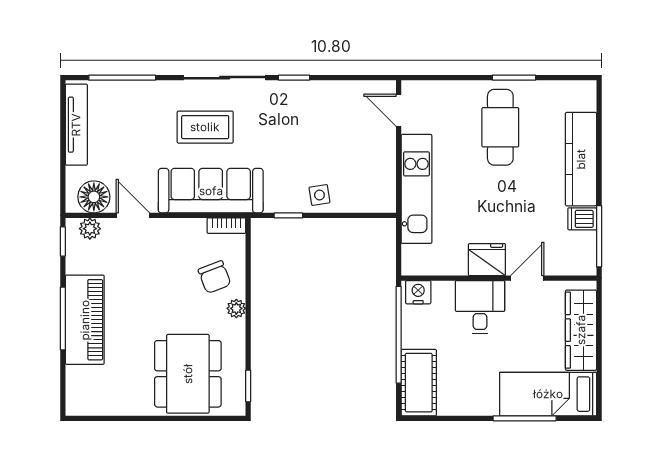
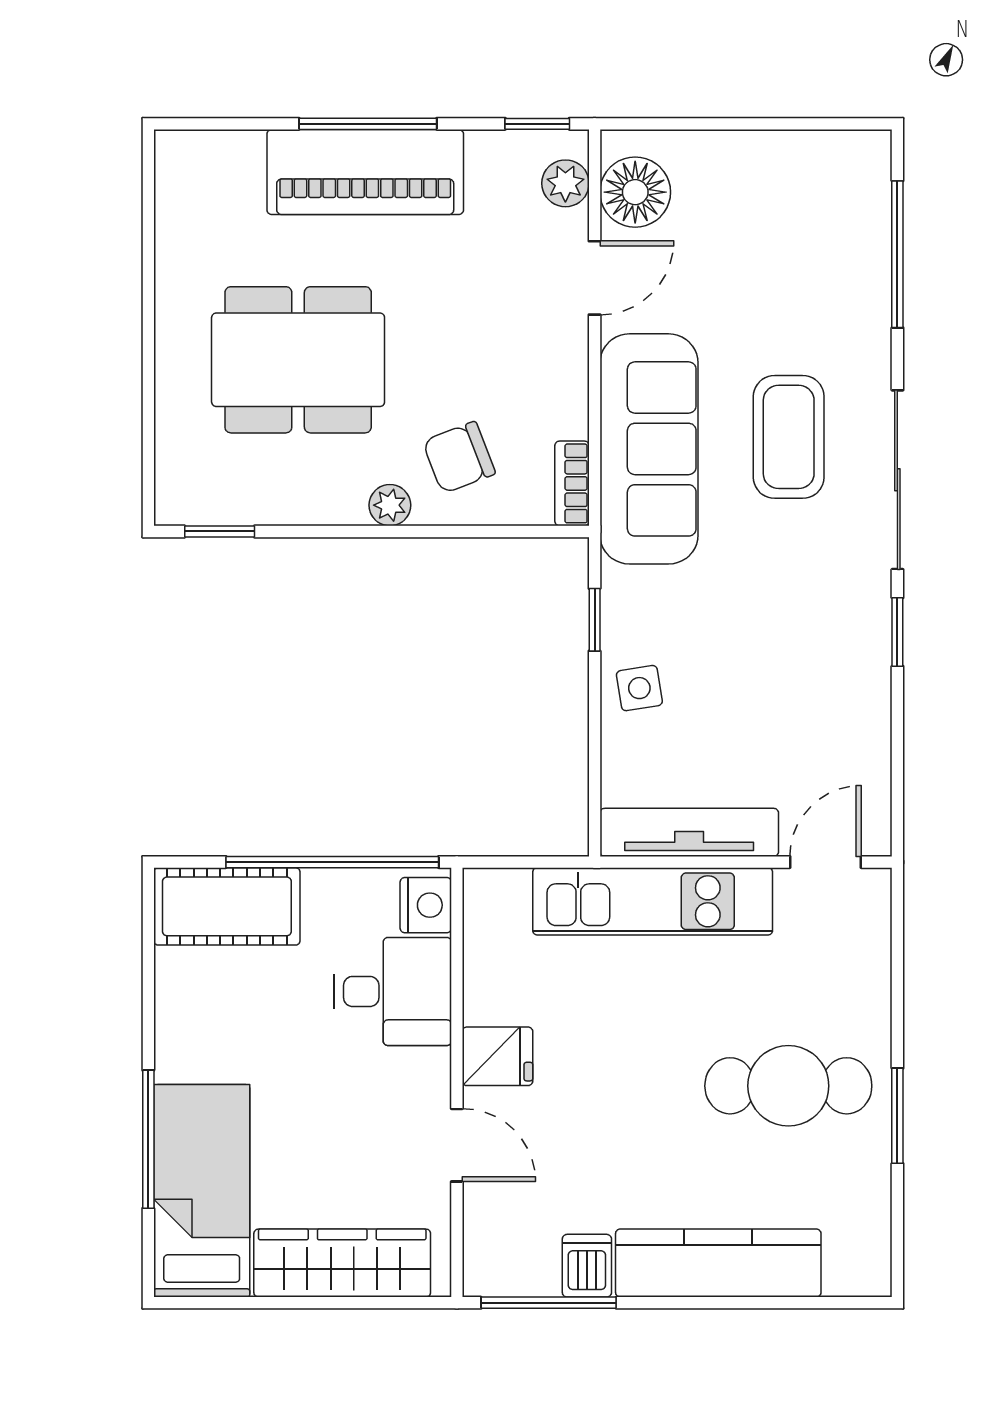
tv unit: (76, 125) -> (689, 832), moved, turned 180
fridge: (487, 260) -> (497, 1056), width x0.72
desk: (480, 307) -> (393, 991), moved
dining table: (188, 374) -> (298, 360), moved

